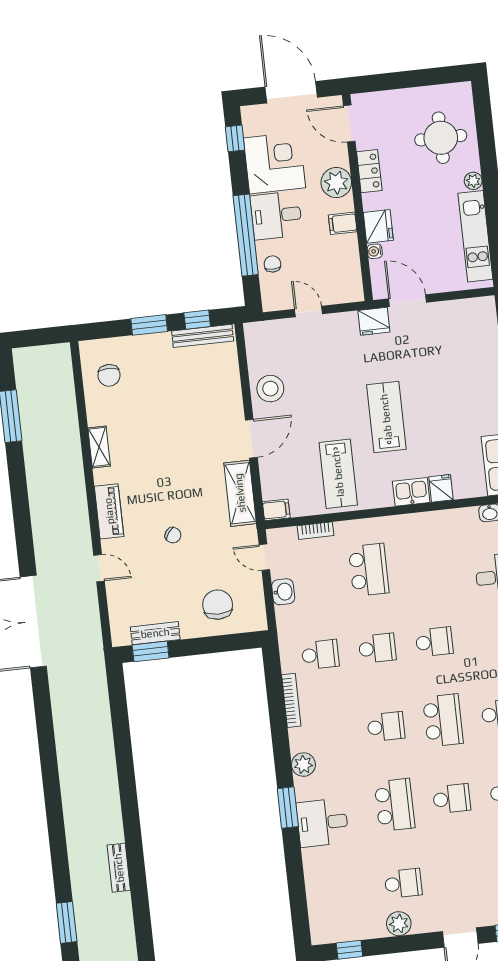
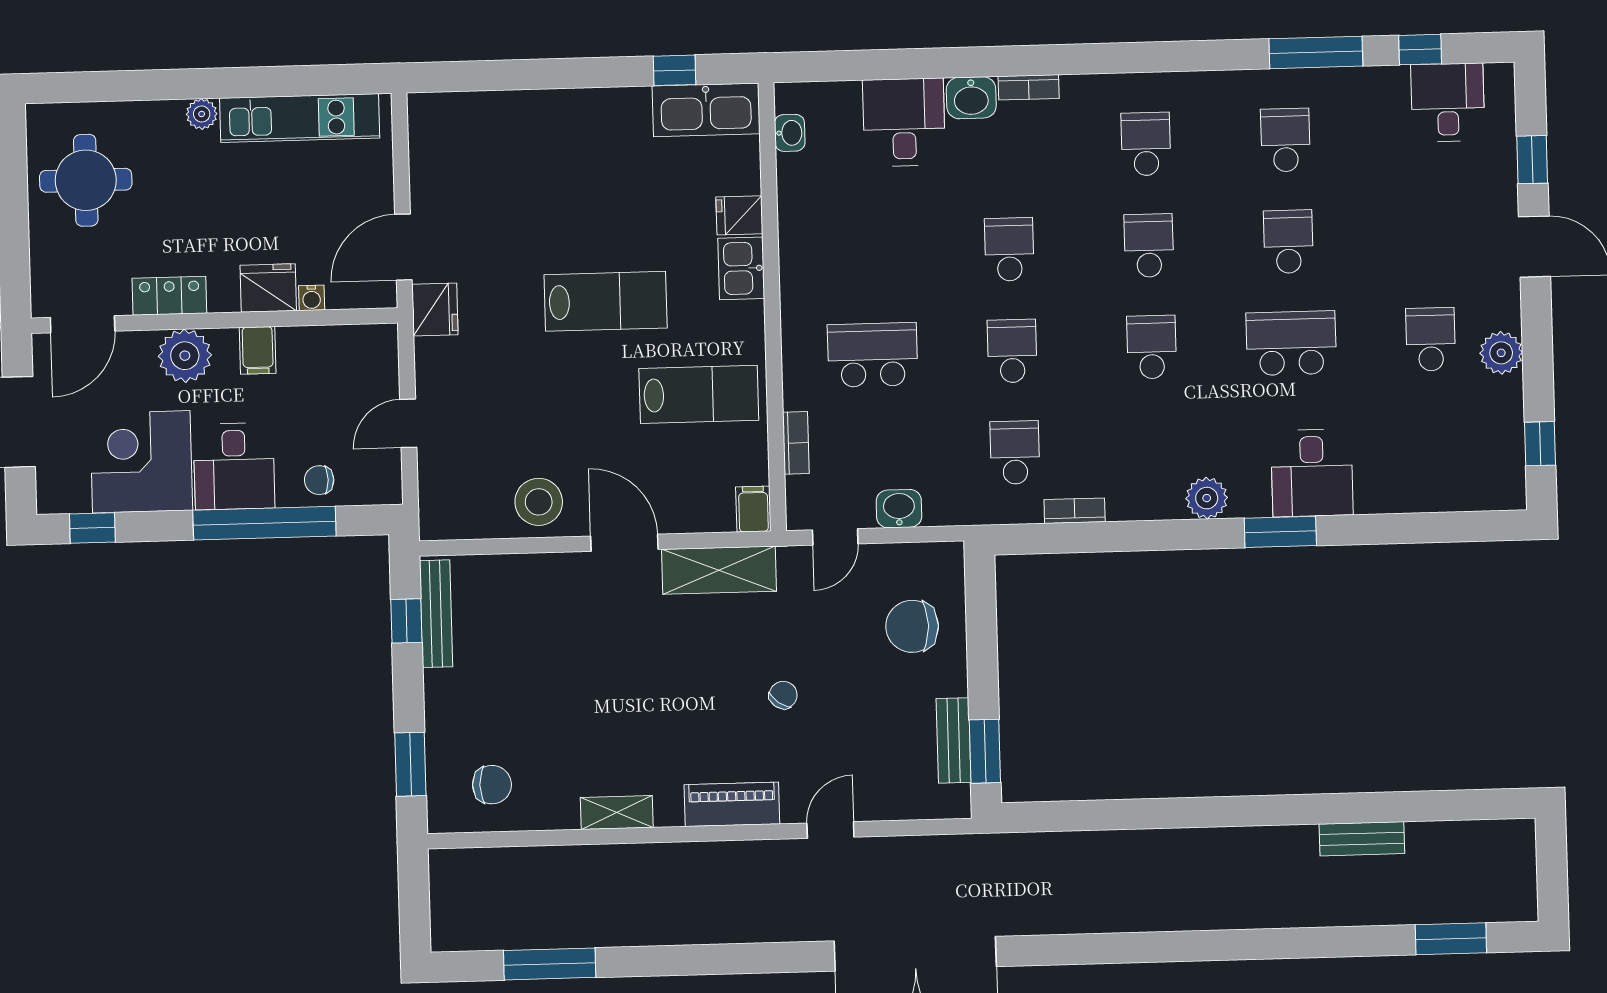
round table: (441, 138) -> (86, 180), moved
window: (149, 325) -> (410, 764), moved
lab bench: (386, 417) -> (606, 301), turned 180
bookcase: (291, 700) -> (1075, 511), width x0.64
school desk: (443, 720) -> (1149, 246), width x0.54

